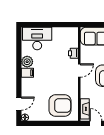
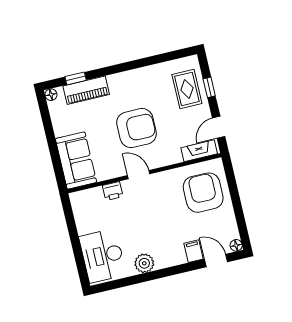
filing cabinet: (27, 73) -> (194, 251), moved

